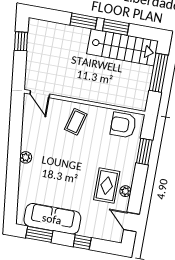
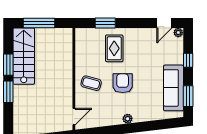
armchair: (123, 125) -> (123, 83), moved, turned 180
rug: (107, 186) -> (114, 48), moved, turned 90
plant: (125, 191) -> (178, 33), moved

